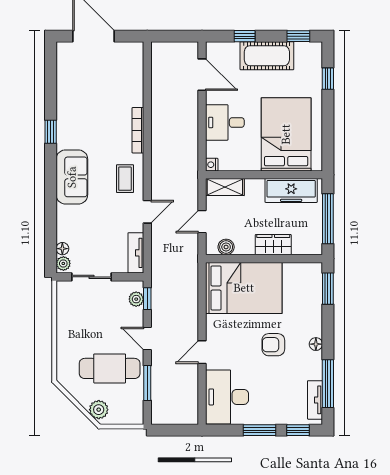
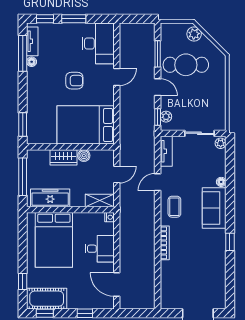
cot: (267, 56) -> (47, 299), moved
boiler: (226, 247) -> (84, 156), moved
floor lamp: (62, 249) -> (221, 182), moved
floor lamp: (316, 344) -> (32, 62), moved
armchair: (273, 345) -> (74, 81), moved

